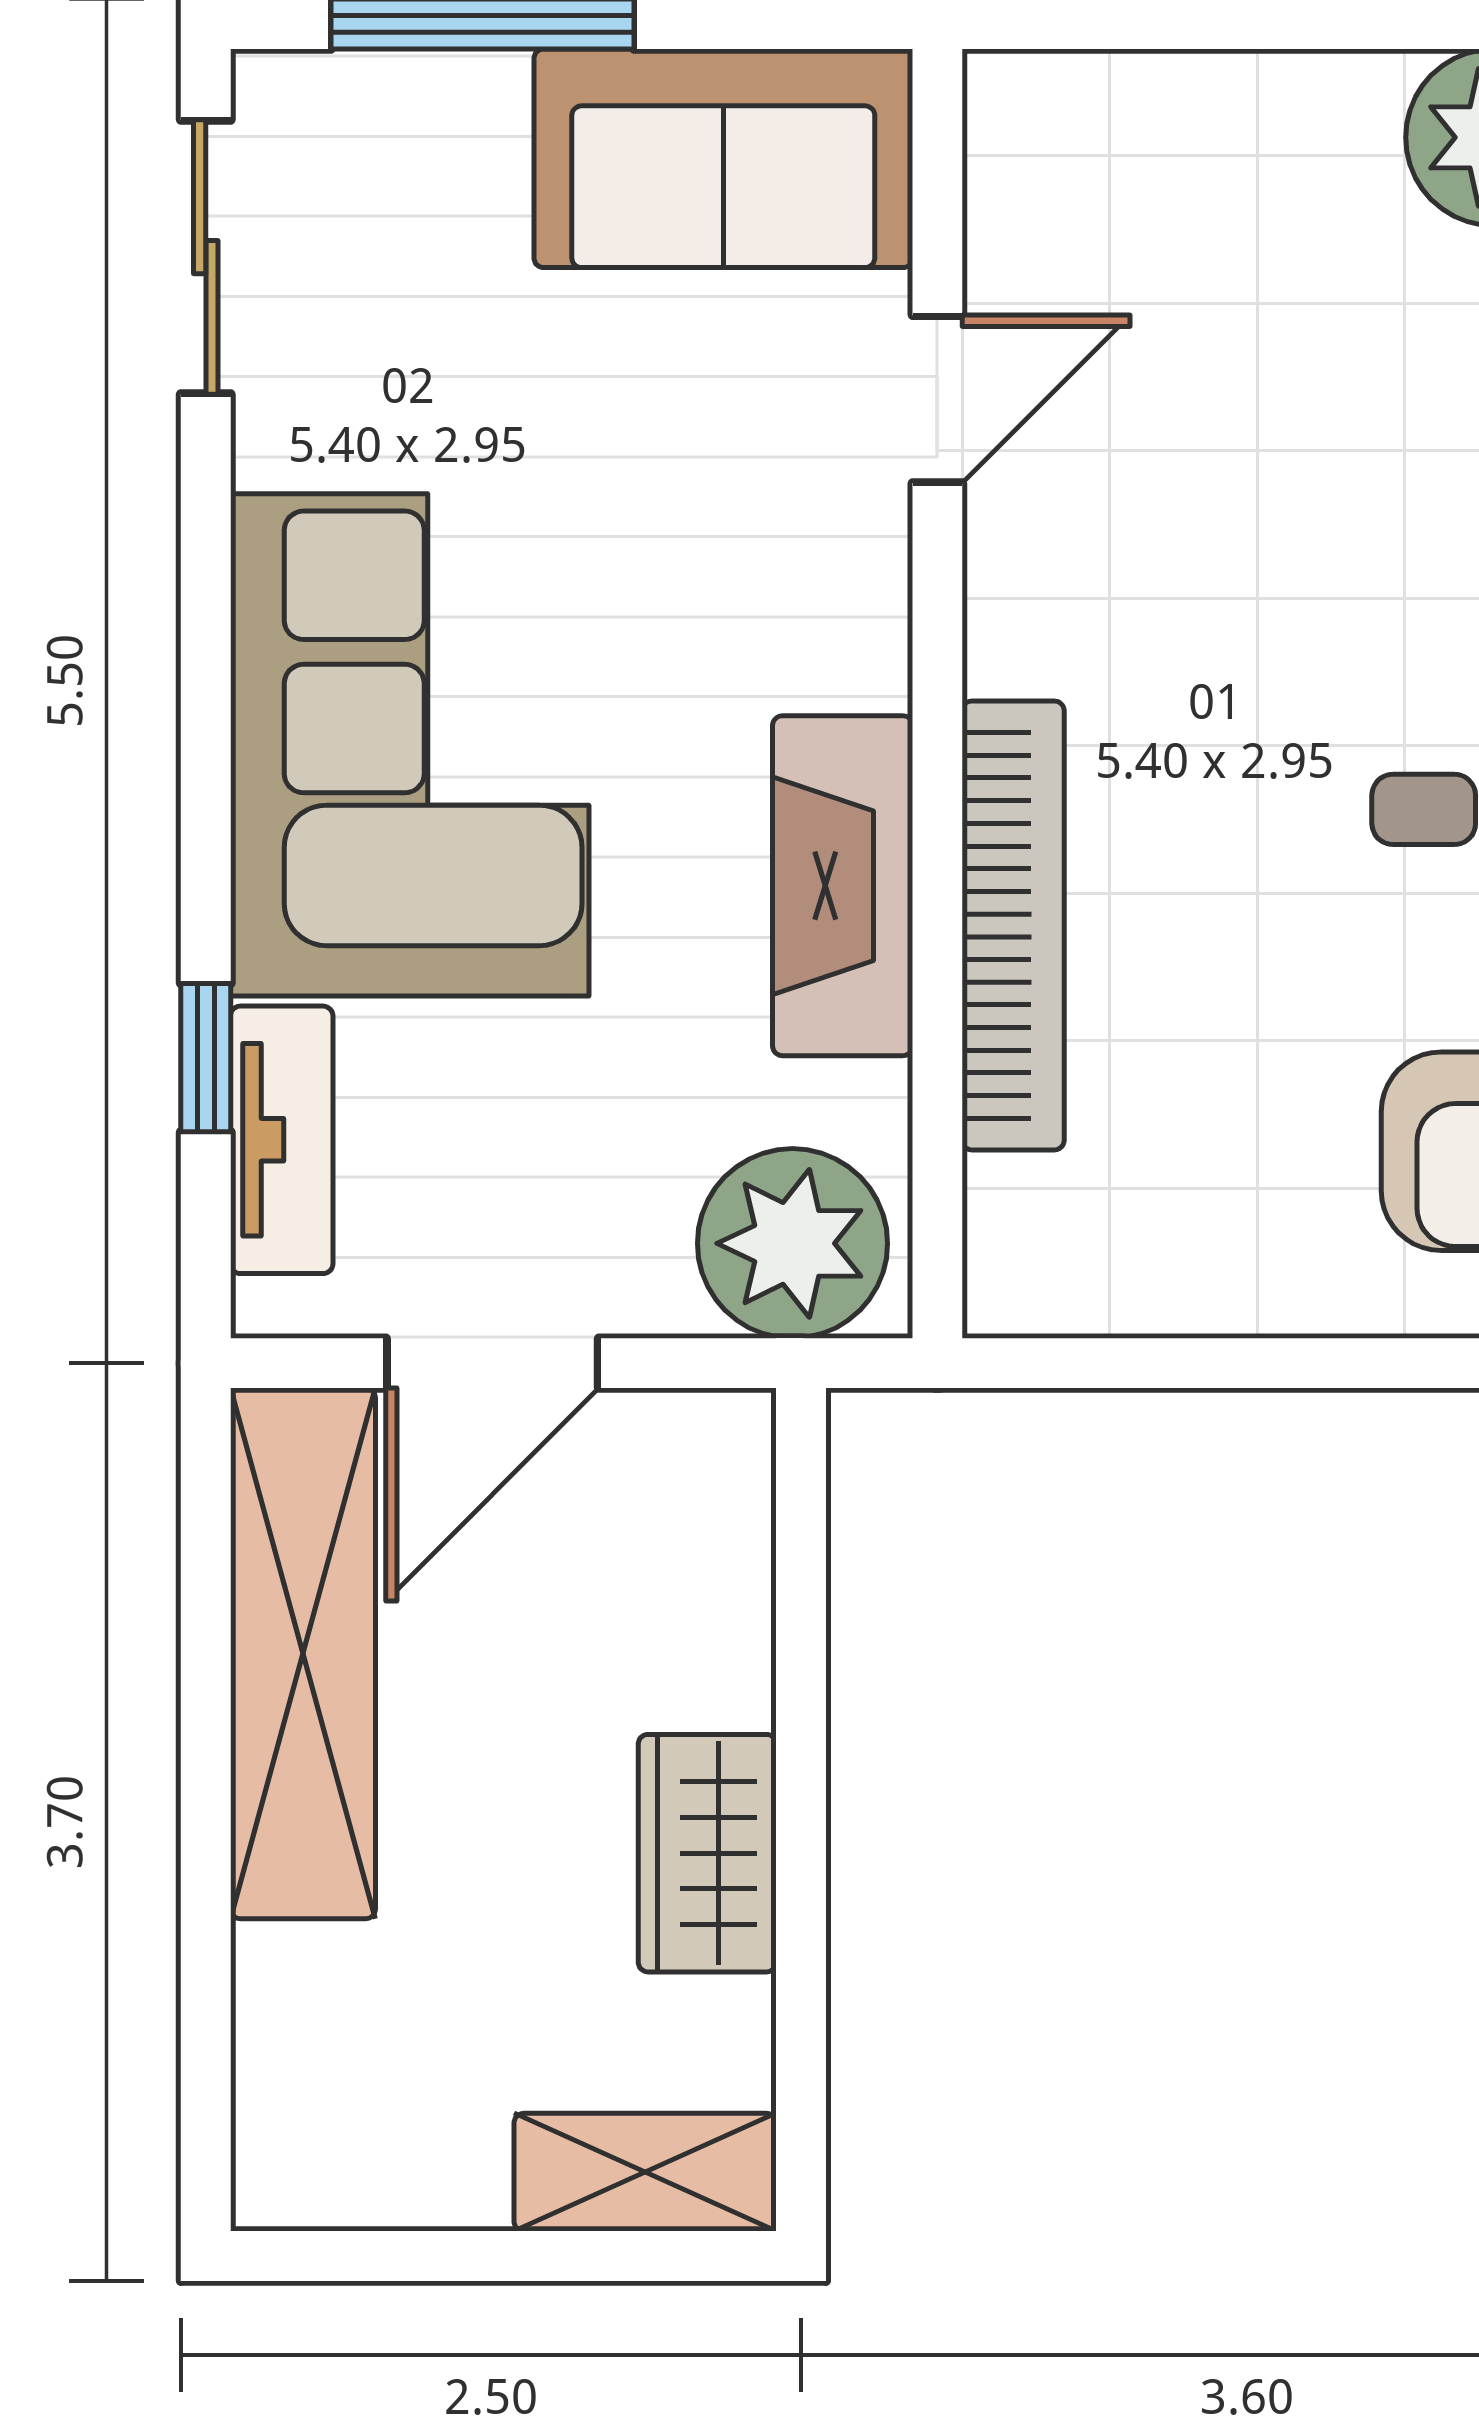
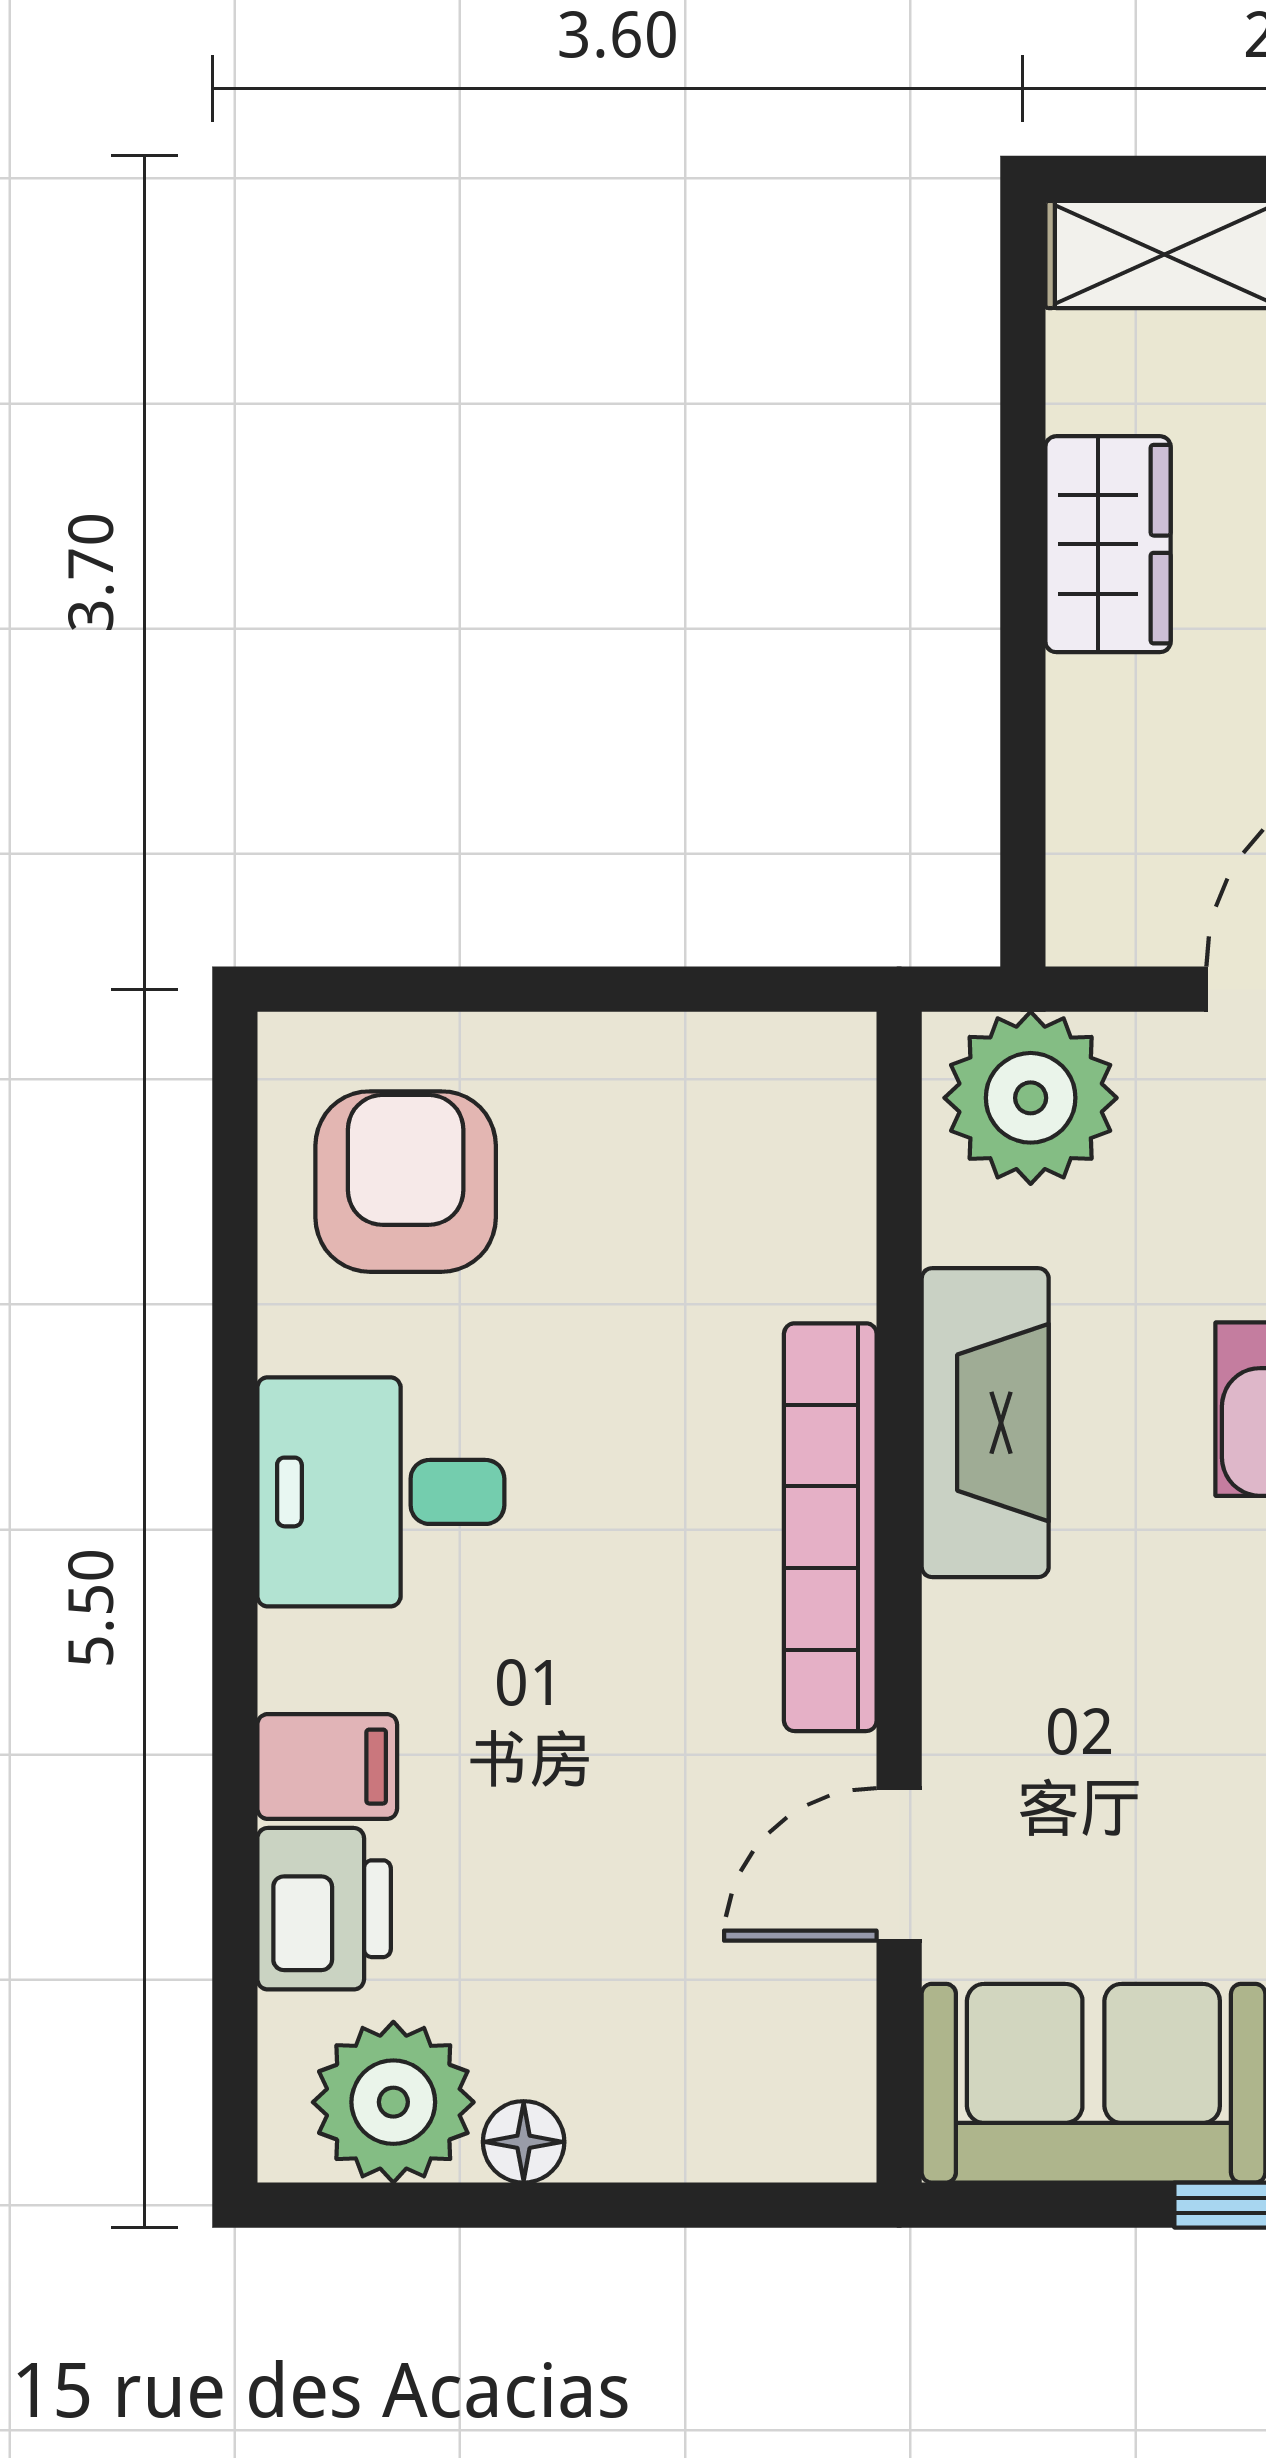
floor lamp: (1351, 94) -> (524, 2142), added
bookcase: (1013, 925) -> (830, 1527), moved

